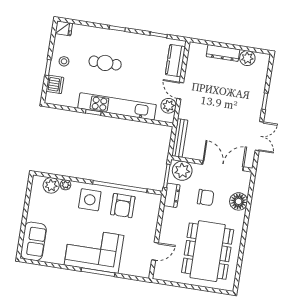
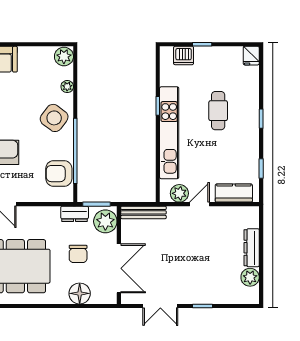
stool: (64, 61) -> (212, 62), removed
plant: (51, 185) -> (64, 56), moved
side table: (90, 200) -> (54, 118), turned 37
armchair: (123, 206) -> (59, 174), moved

